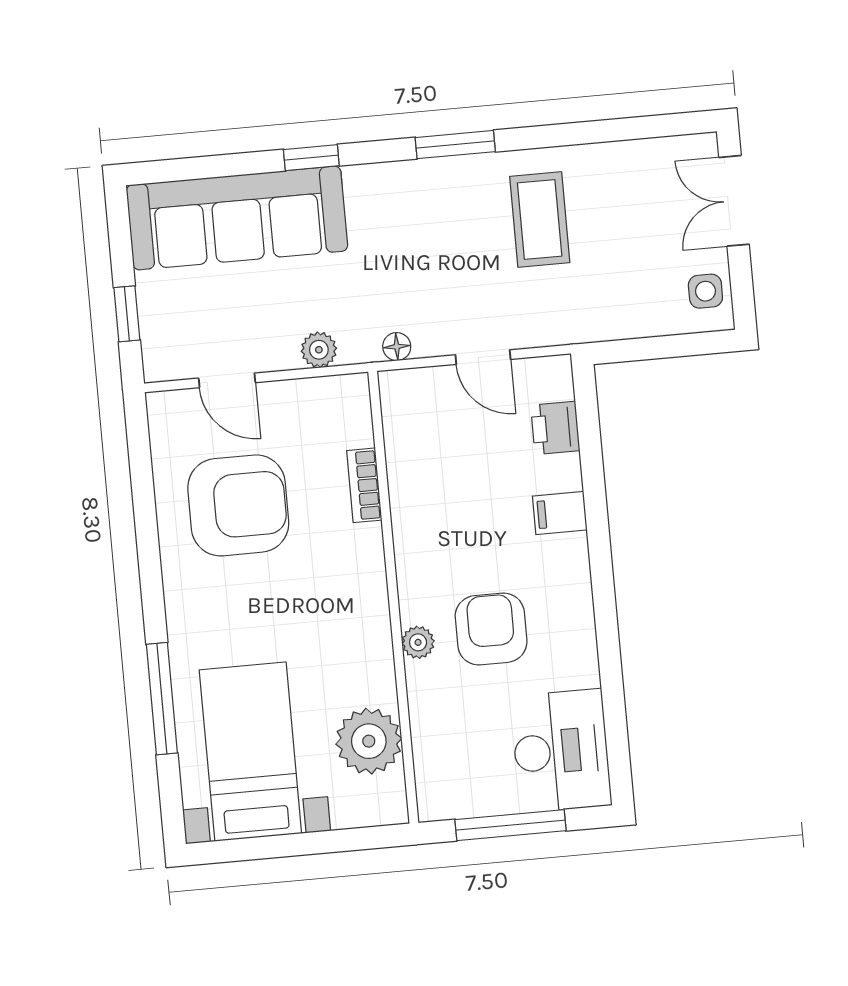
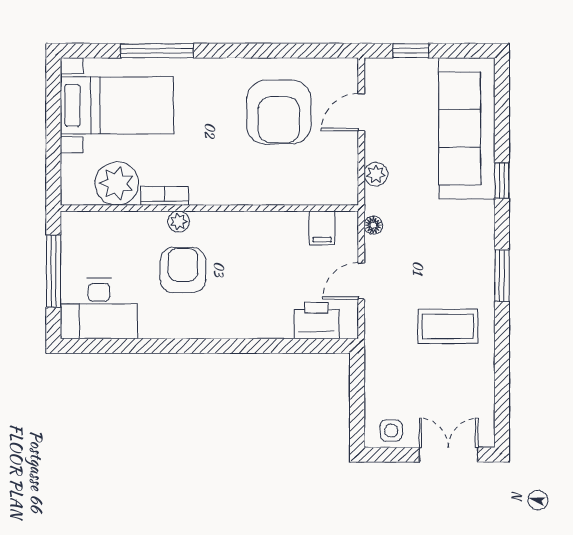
printer: (555, 428) -> (317, 321), width x1.36, depth x1.24
bookcase: (364, 485) -> (165, 196), moved
filing cabinet: (560, 513) -> (322, 228), moved, turned 180
armchair: (491, 629) -> (183, 270), turned -90

